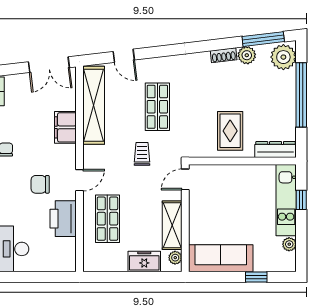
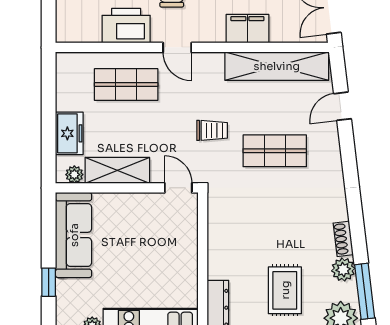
rug: (230, 131) -> (285, 290), moved, turned 90

